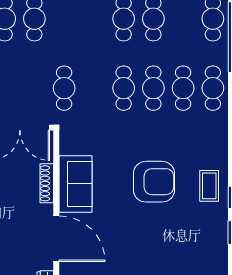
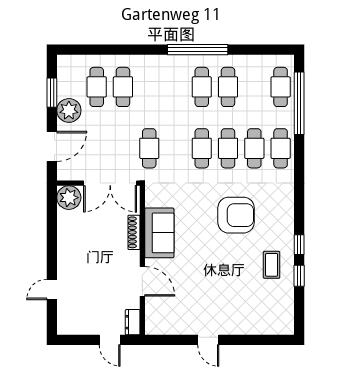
armchair: (154, 182) -> (236, 215), moved
coffee table: (209, 186) -> (272, 265), moved
door: (56, 239) -> (142, 281), width x0.73

